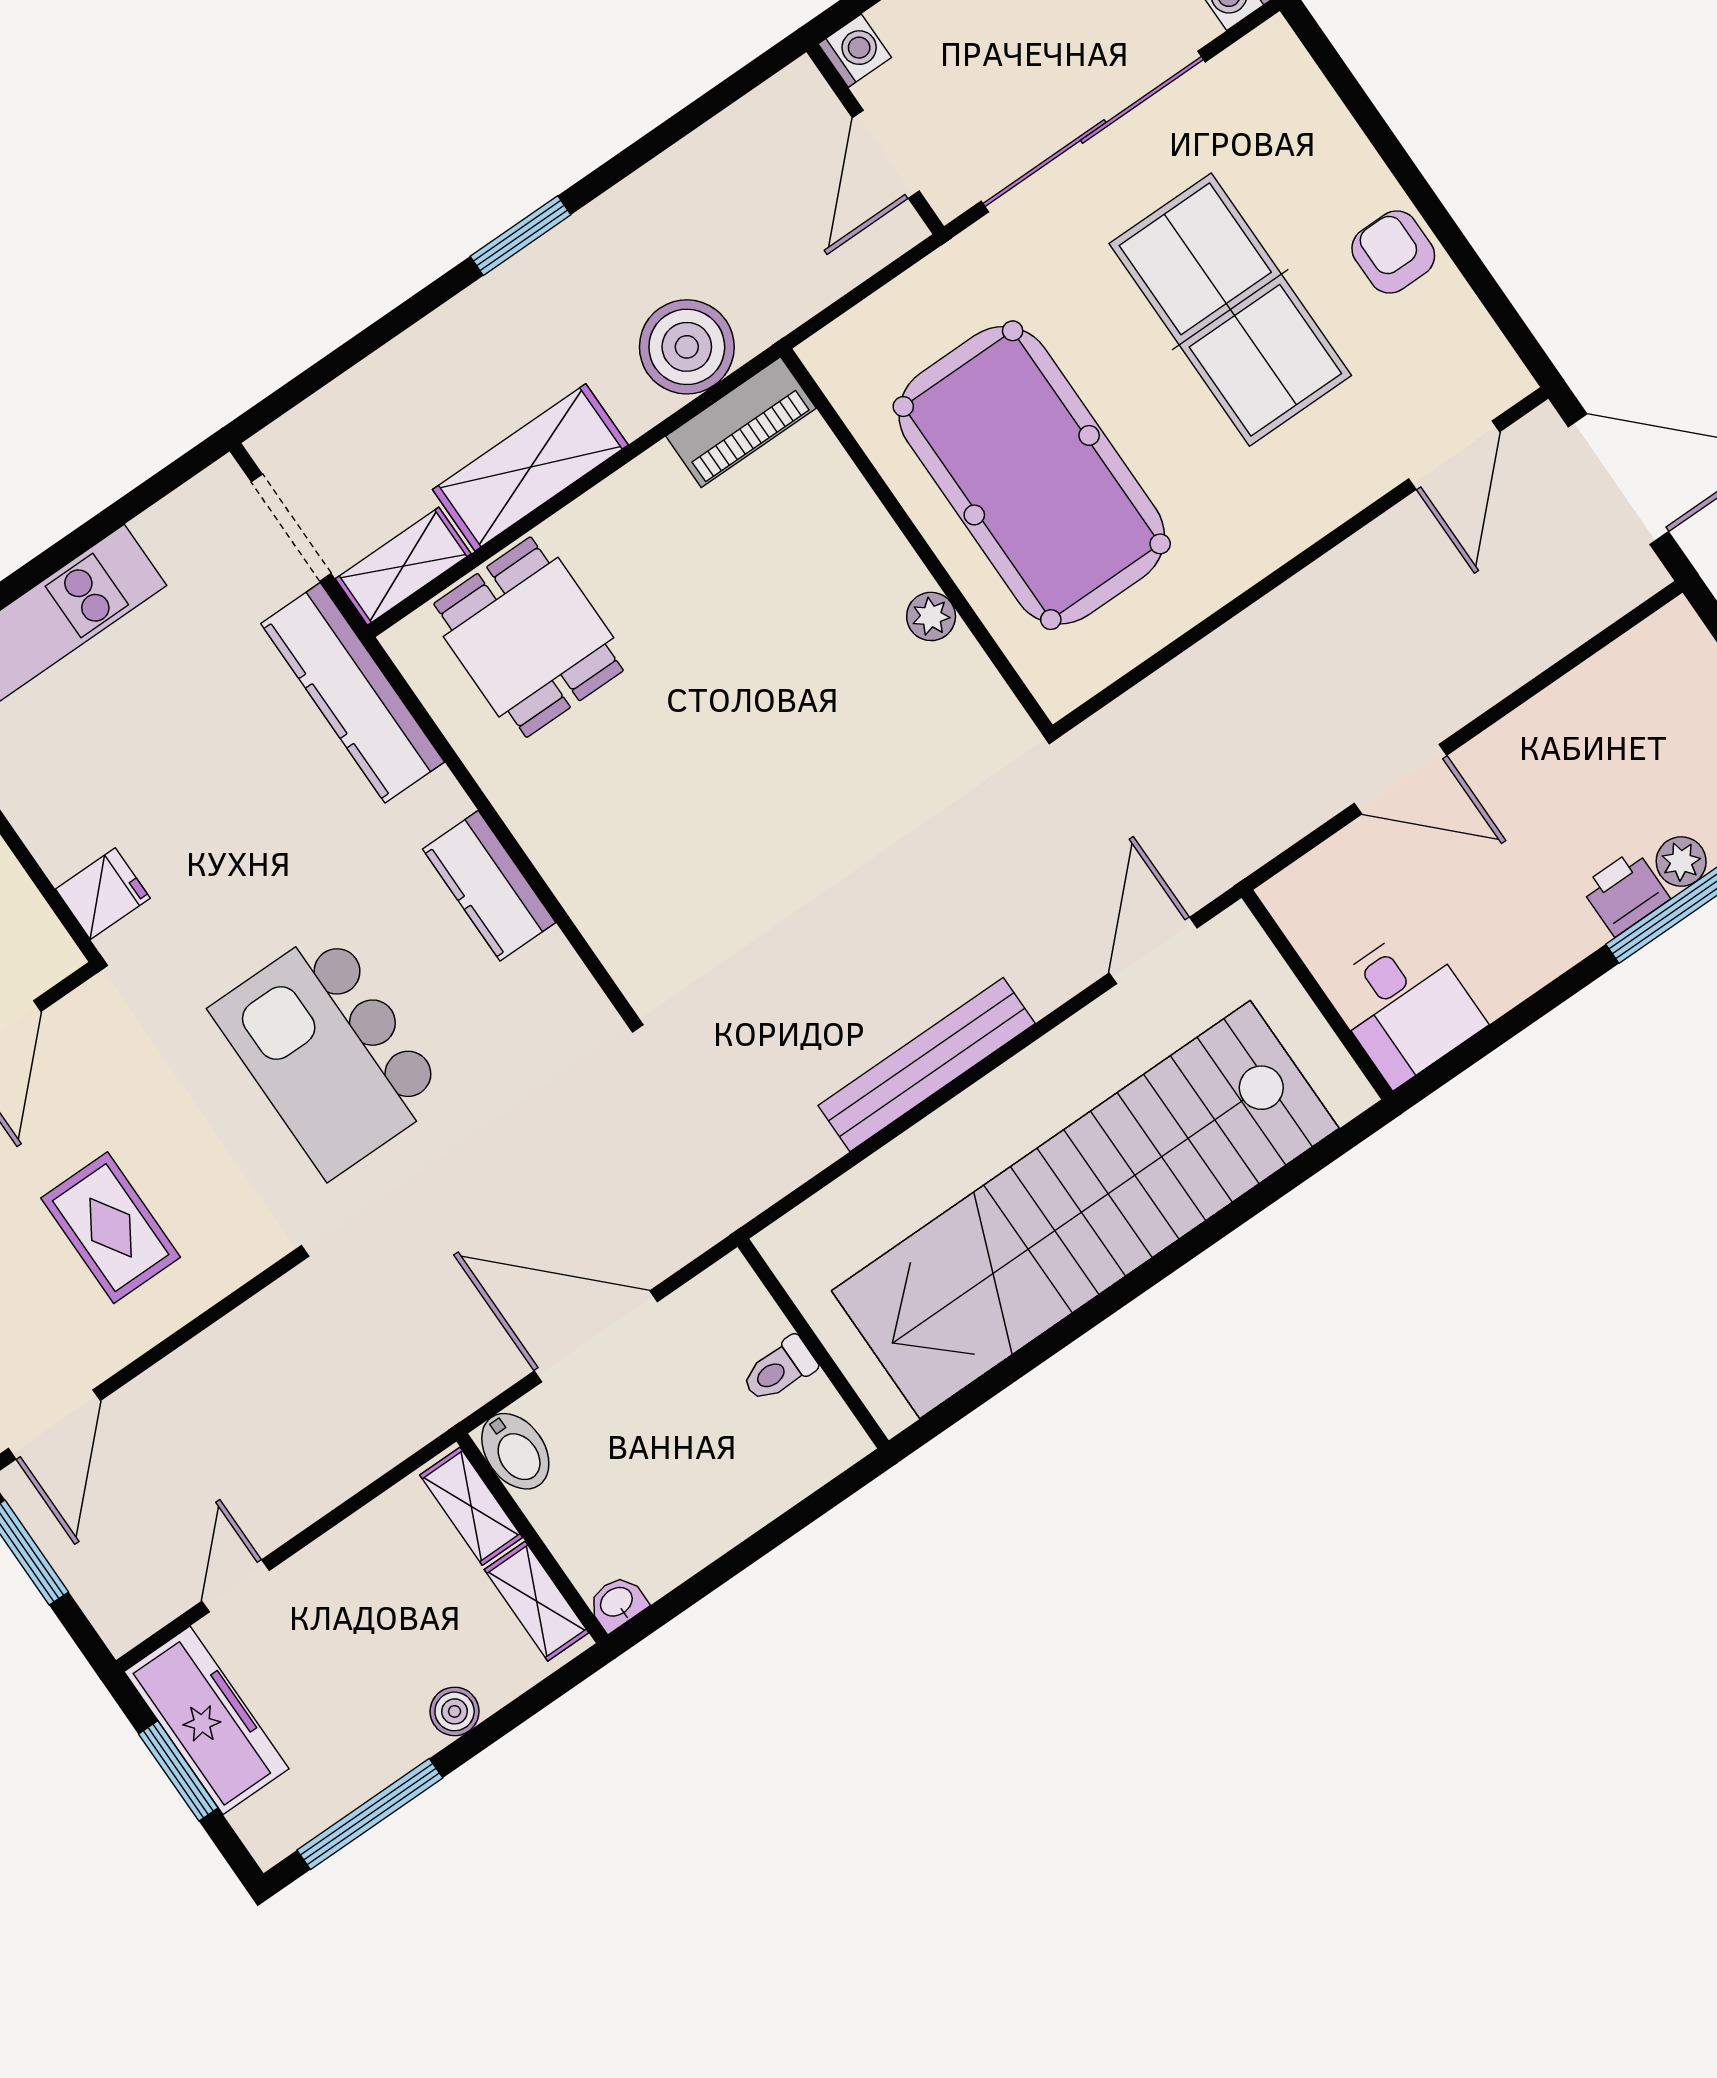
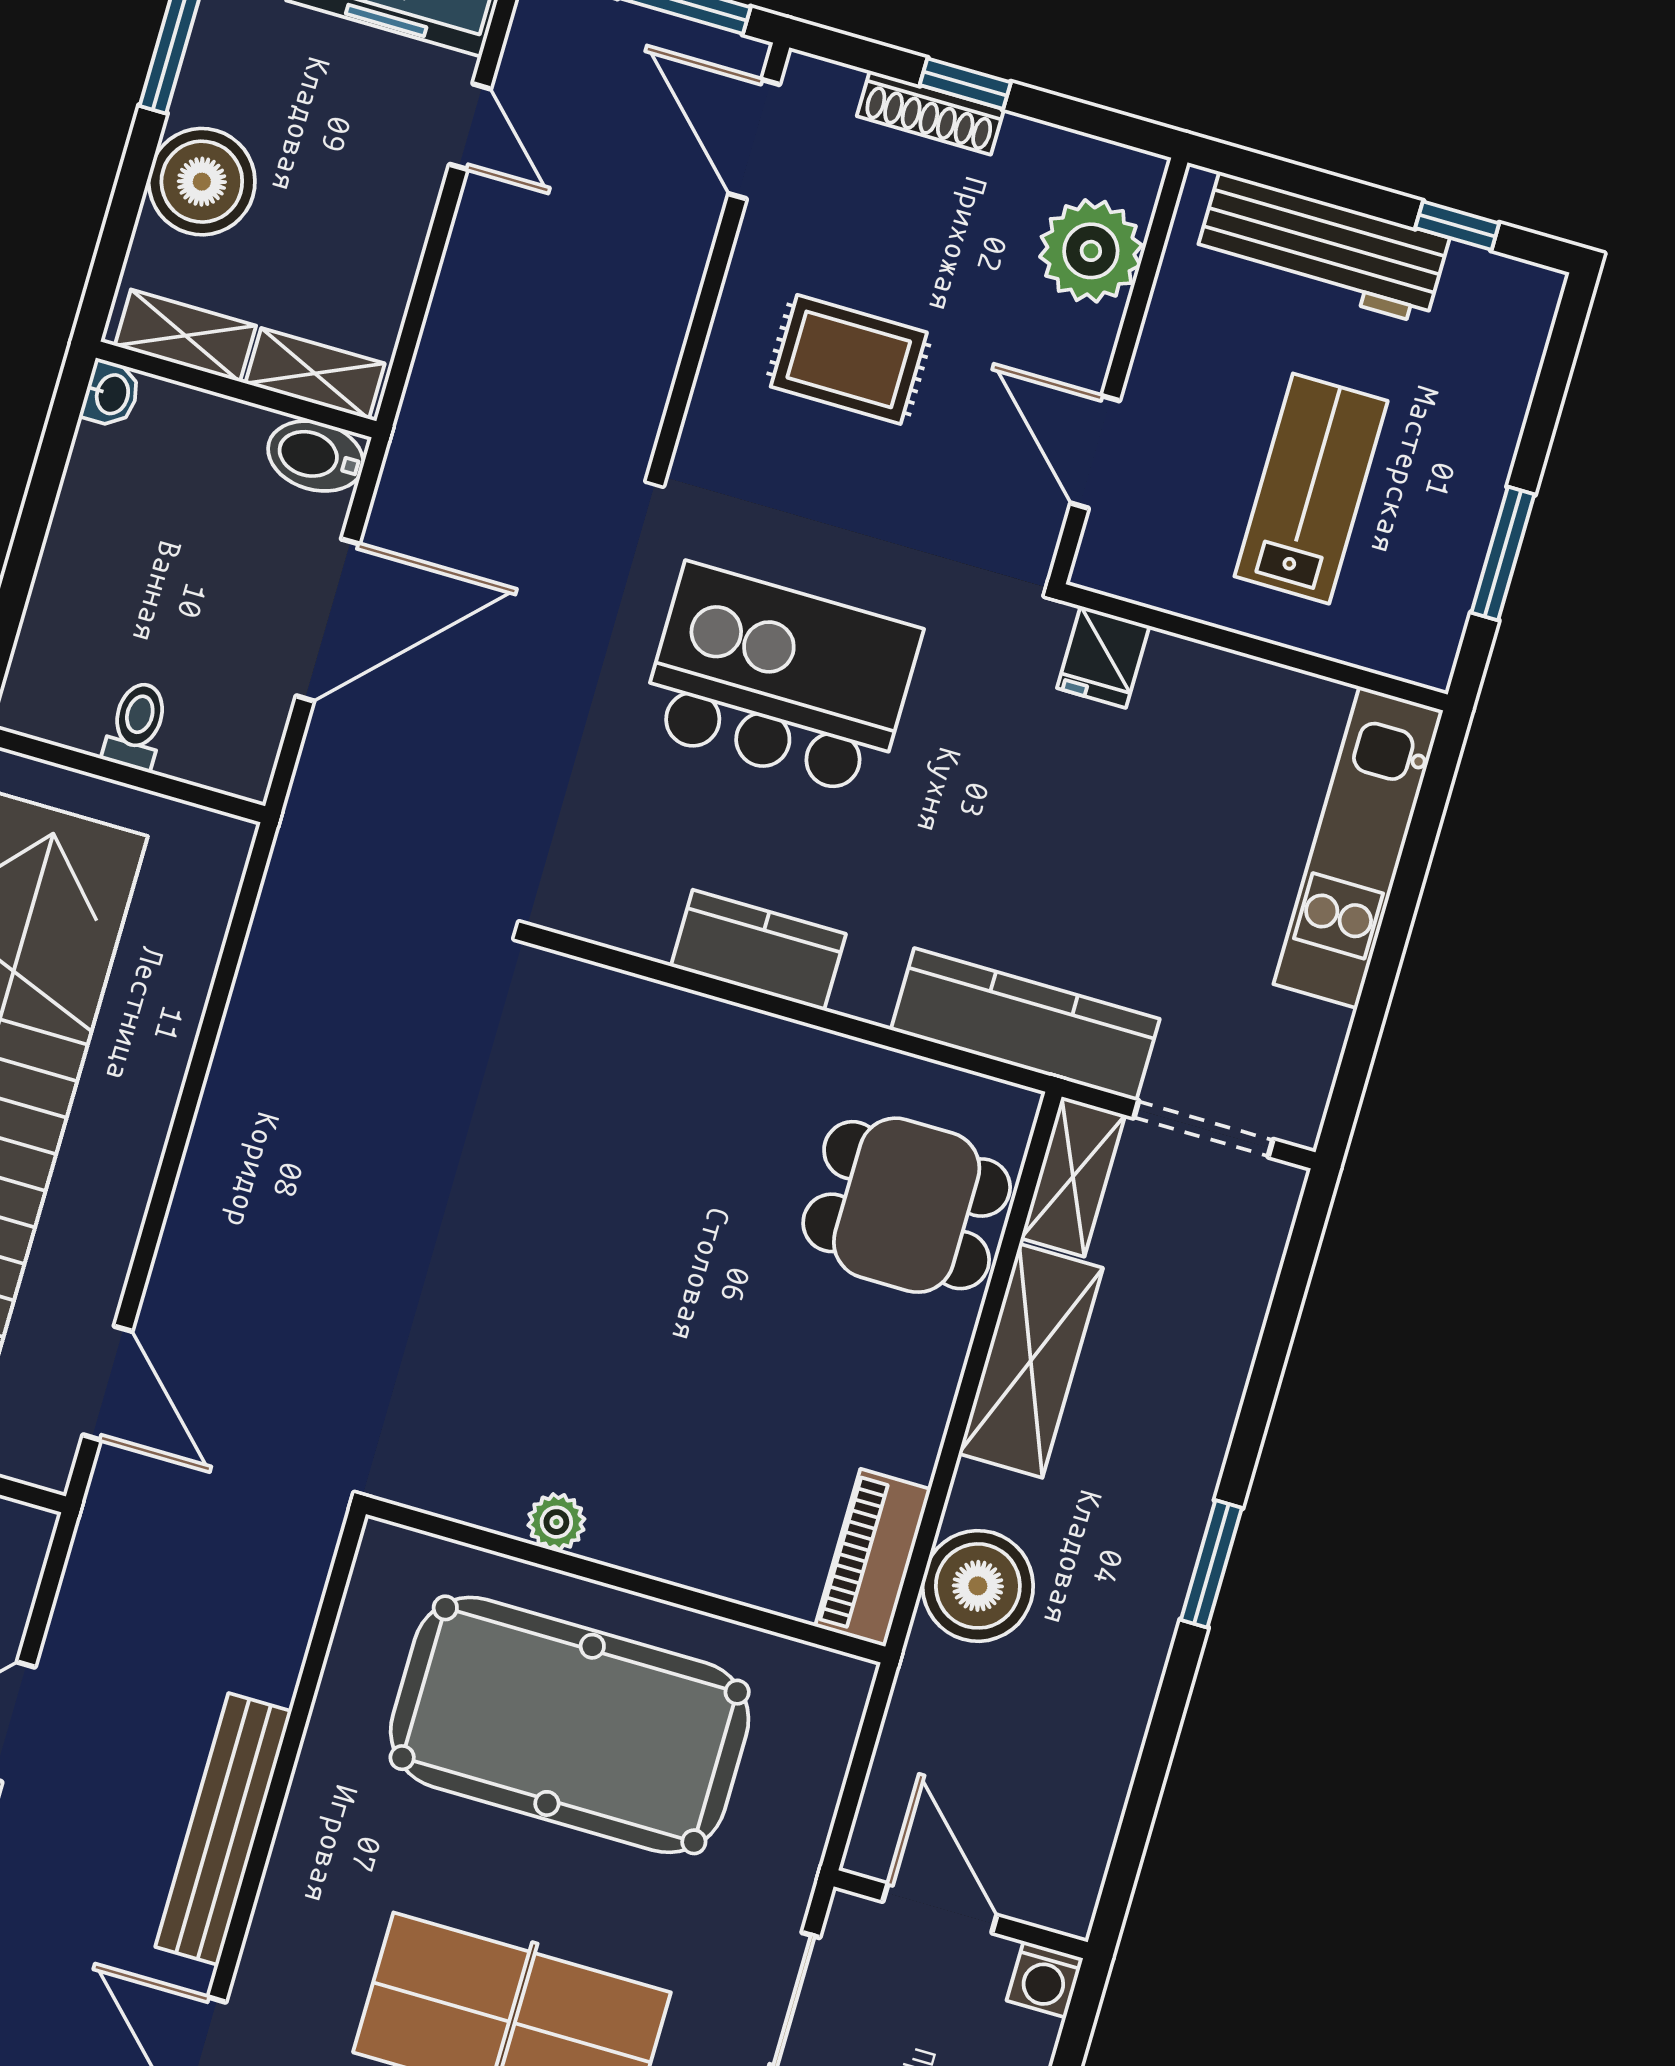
bench: (927, 1065) -> (223, 1829), moved
boiler: (455, 1711) -> (202, 182), width x1.86, depth x1.86

